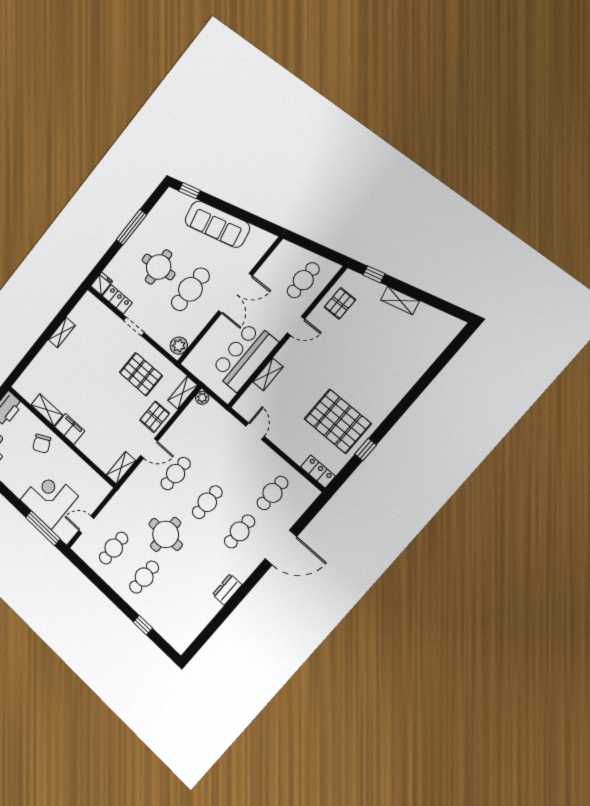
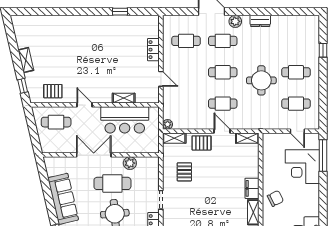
plant: (179, 346) -> (130, 163), moved
pallet: (141, 374) -> (184, 172), width x0.67, depth x0.71
pallet: (338, 421) -> (117, 39), removed
door: (255, 431) -> (161, 79), swing flipped
locker: (318, 472) -> (153, 50), moved
plant: (249, 563) -> (235, 21), added

